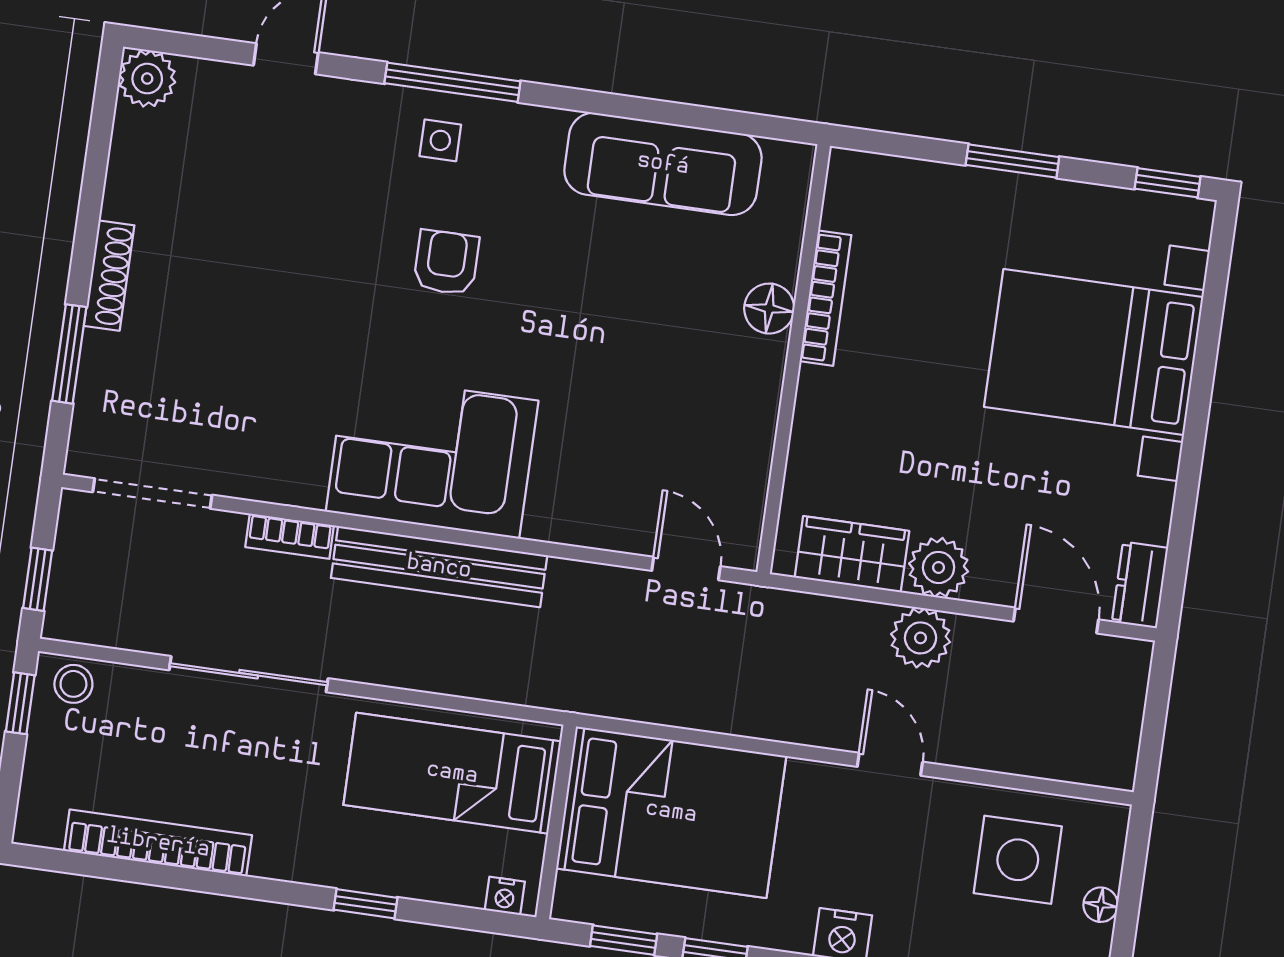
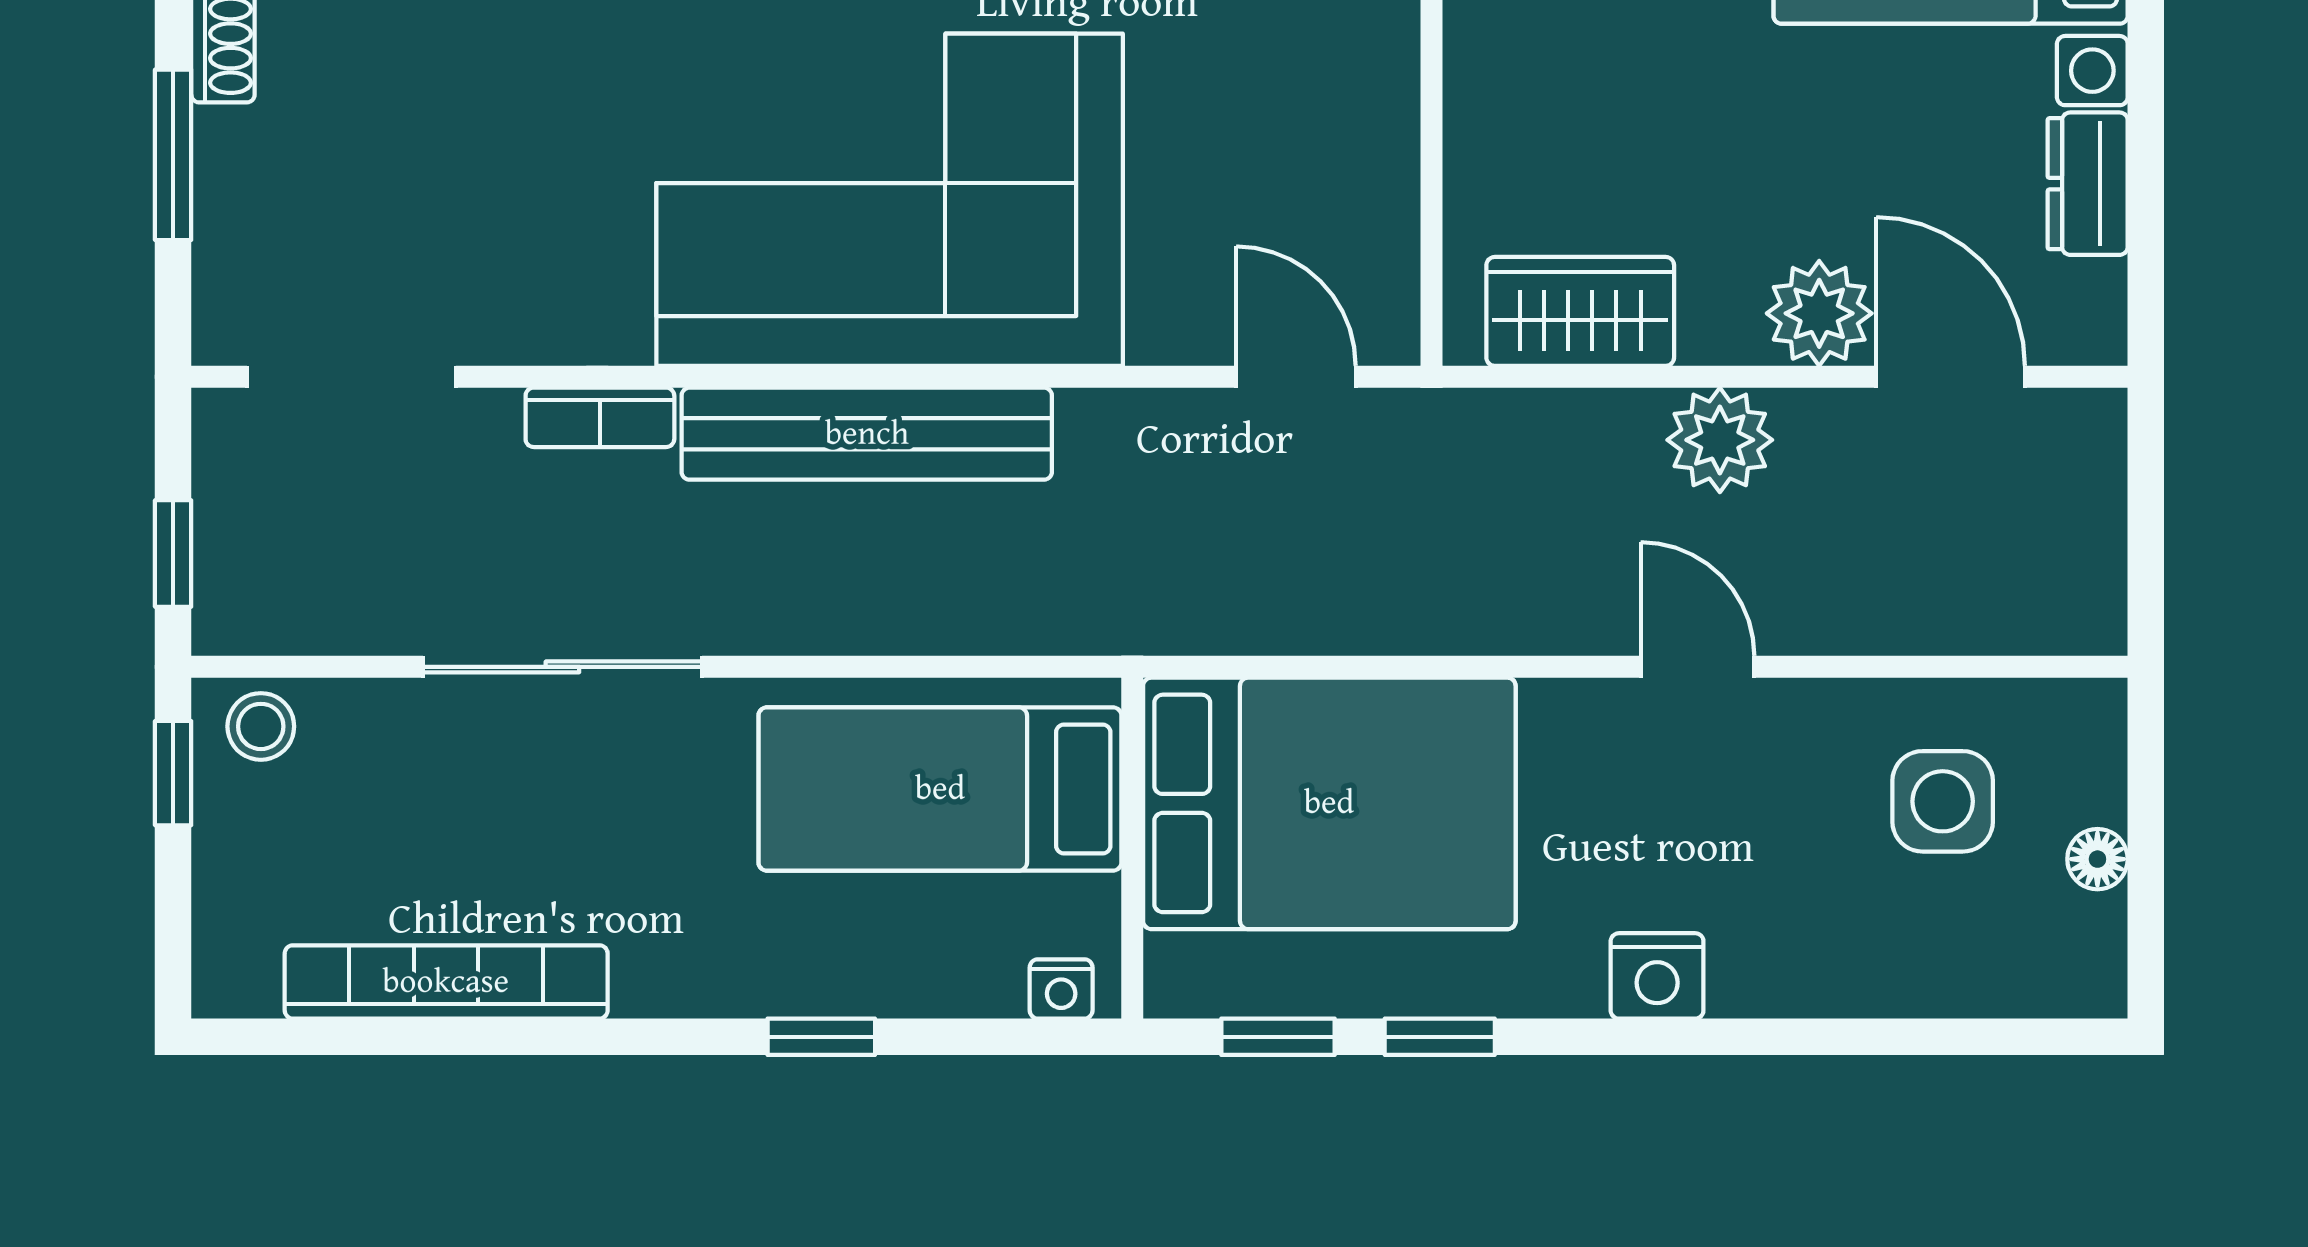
corner sofa: (432, 456) -> (890, 200), width x1.36, depth x1.36
plant: (939, 567) -> (1819, 313), moved
dresser: (1140, 585) -> (2088, 184), moved
side table: (1018, 860) -> (1943, 801), width x0.73, depth x0.73

